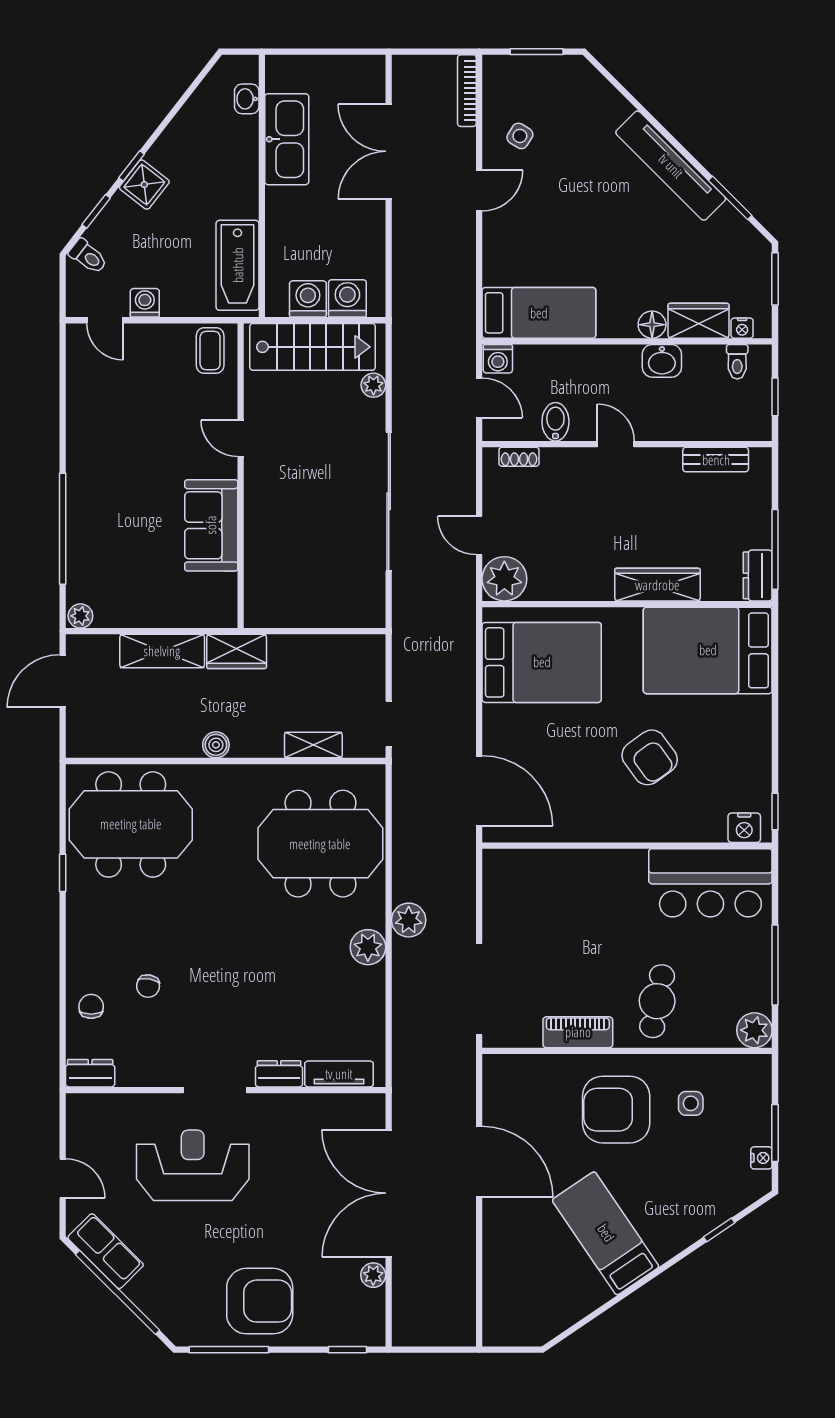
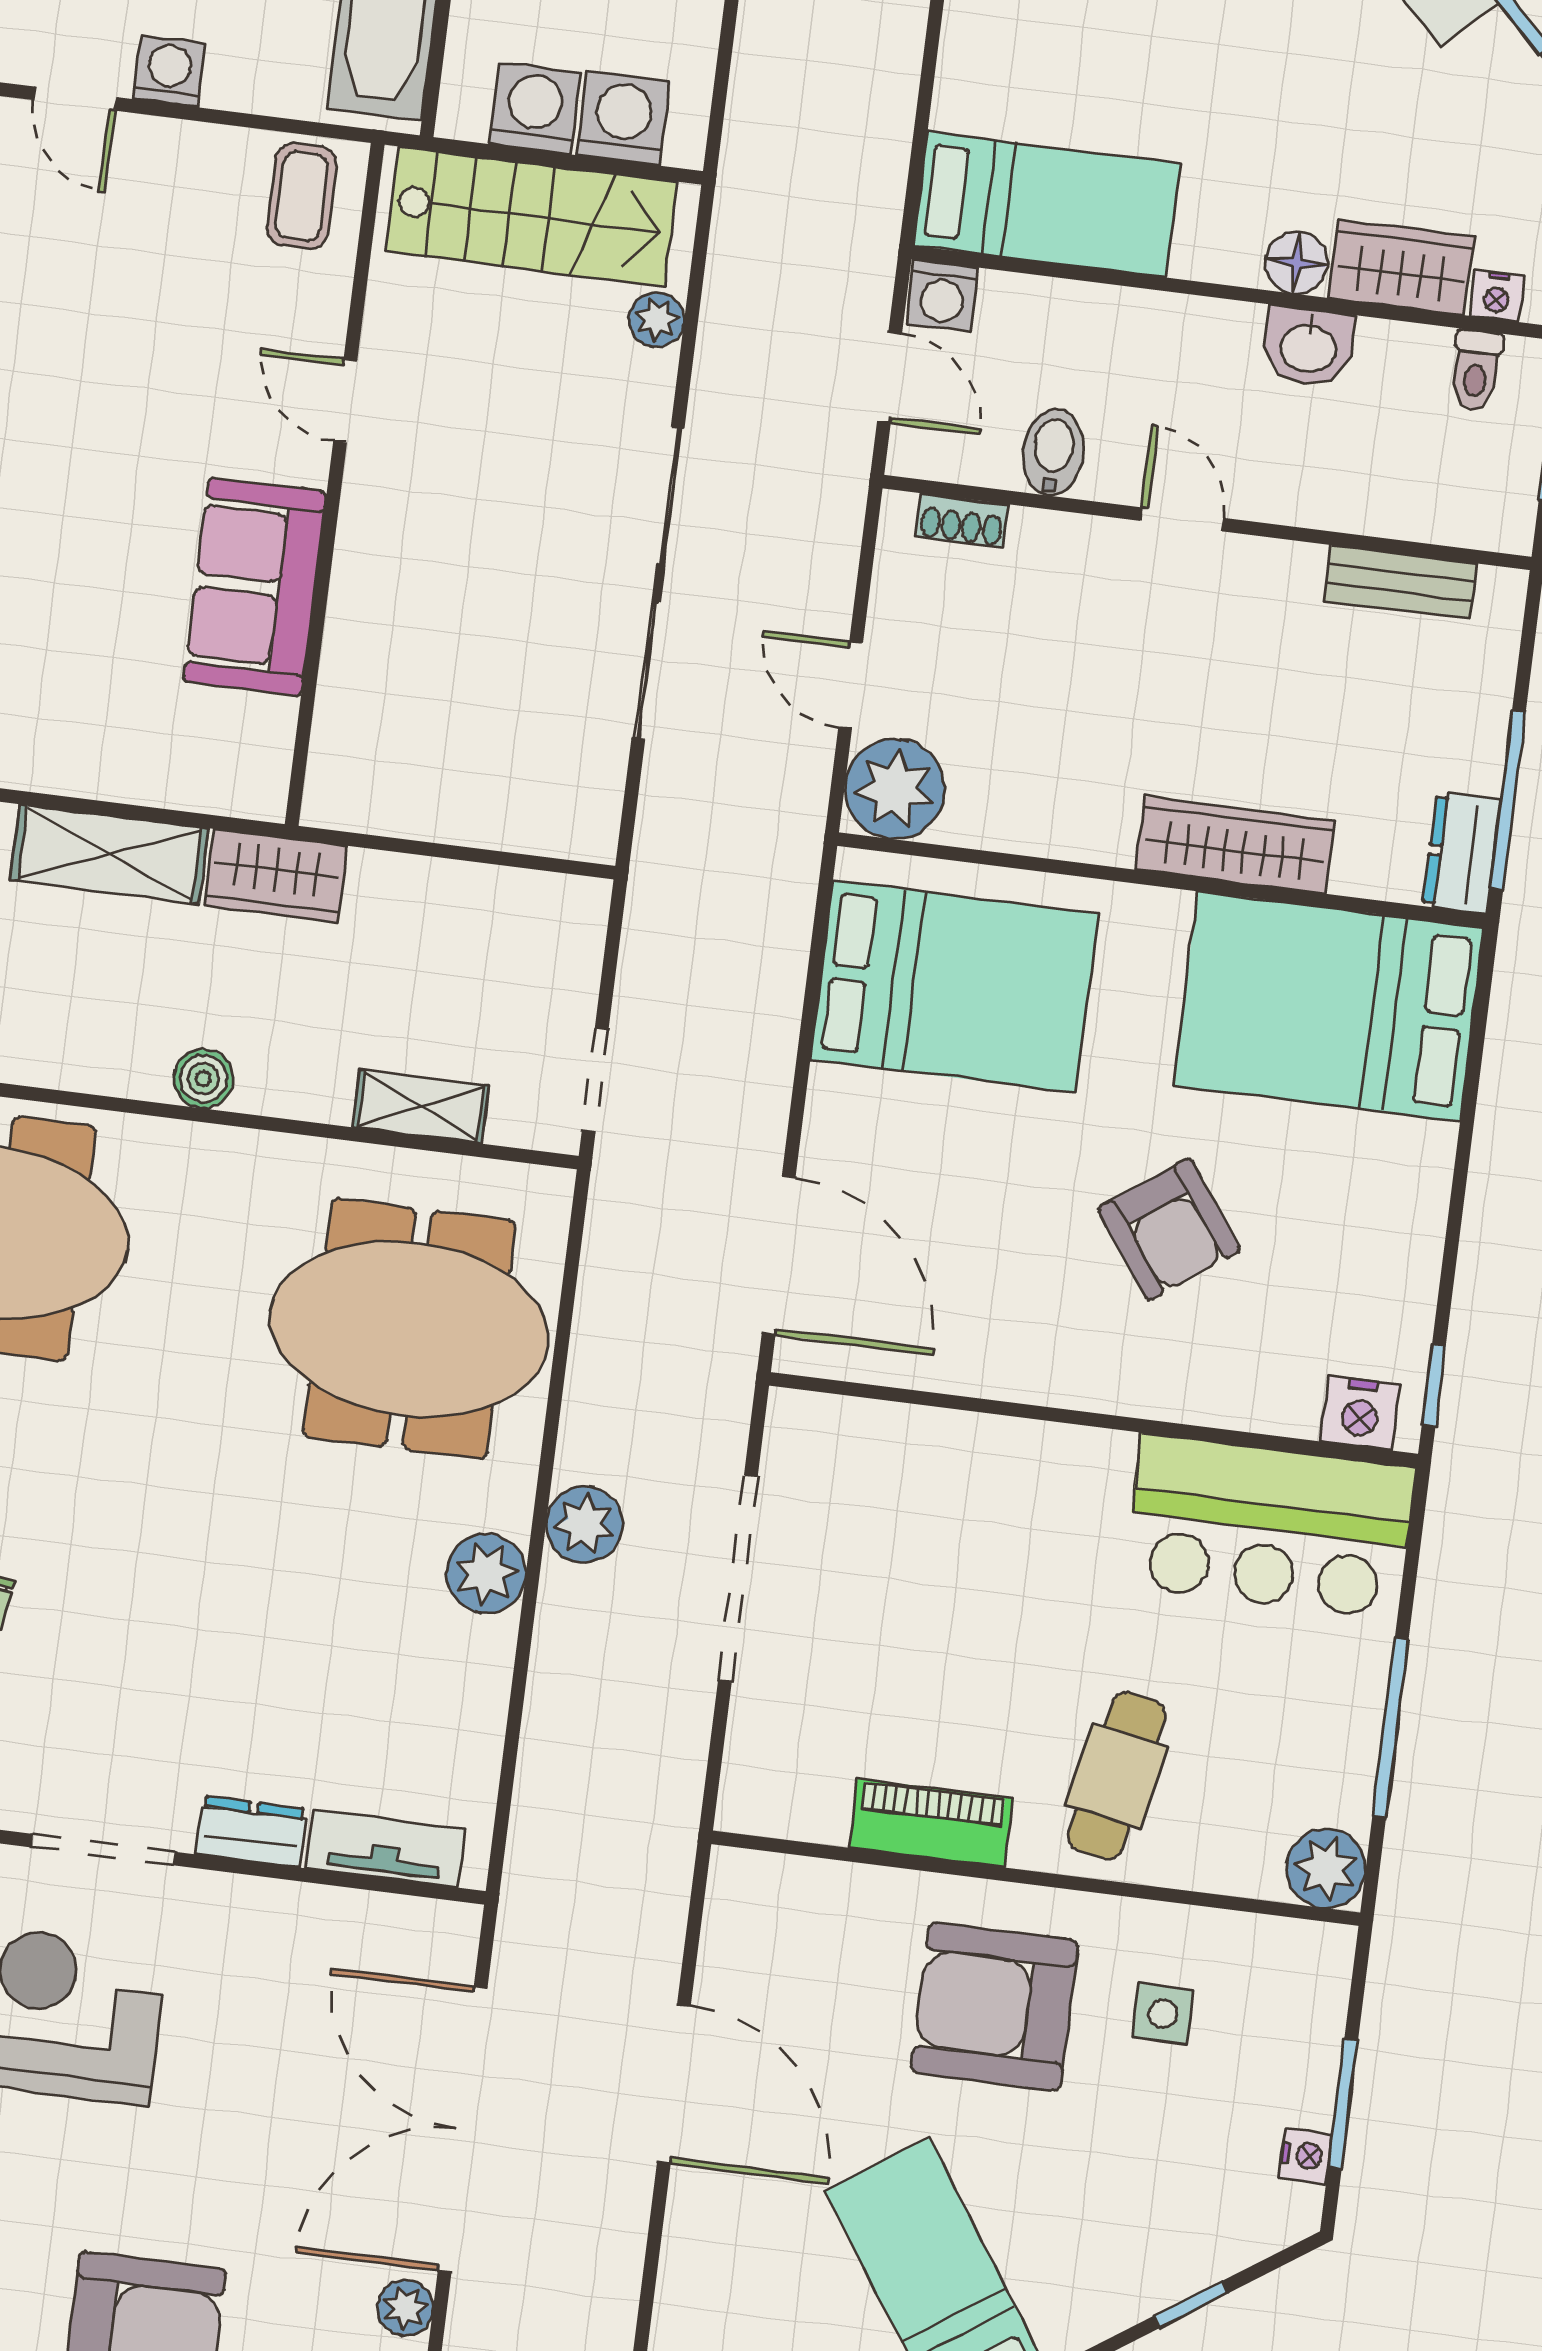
doorway: (479, 989) -> (738, 1579), moved

